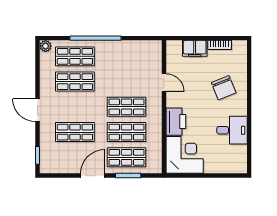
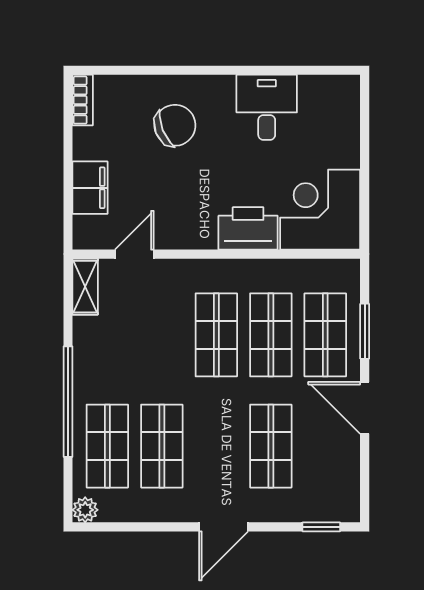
bookcase: (220, 45) -> (83, 100), moved
shelving: (149, 46) -> (85, 287), added
door: (164, 83) -> (134, 254), moved

